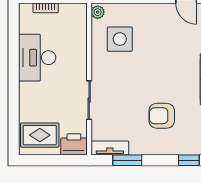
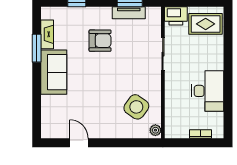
side table: (120, 39) -> (136, 107), turned 35
tv unit: (110, 148) -> (129, 13), moved

